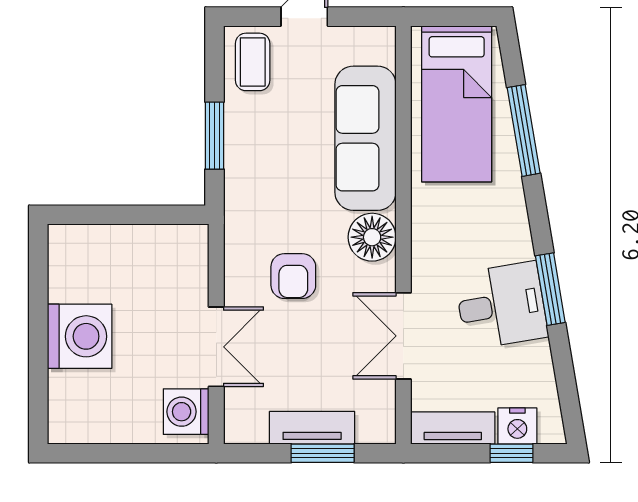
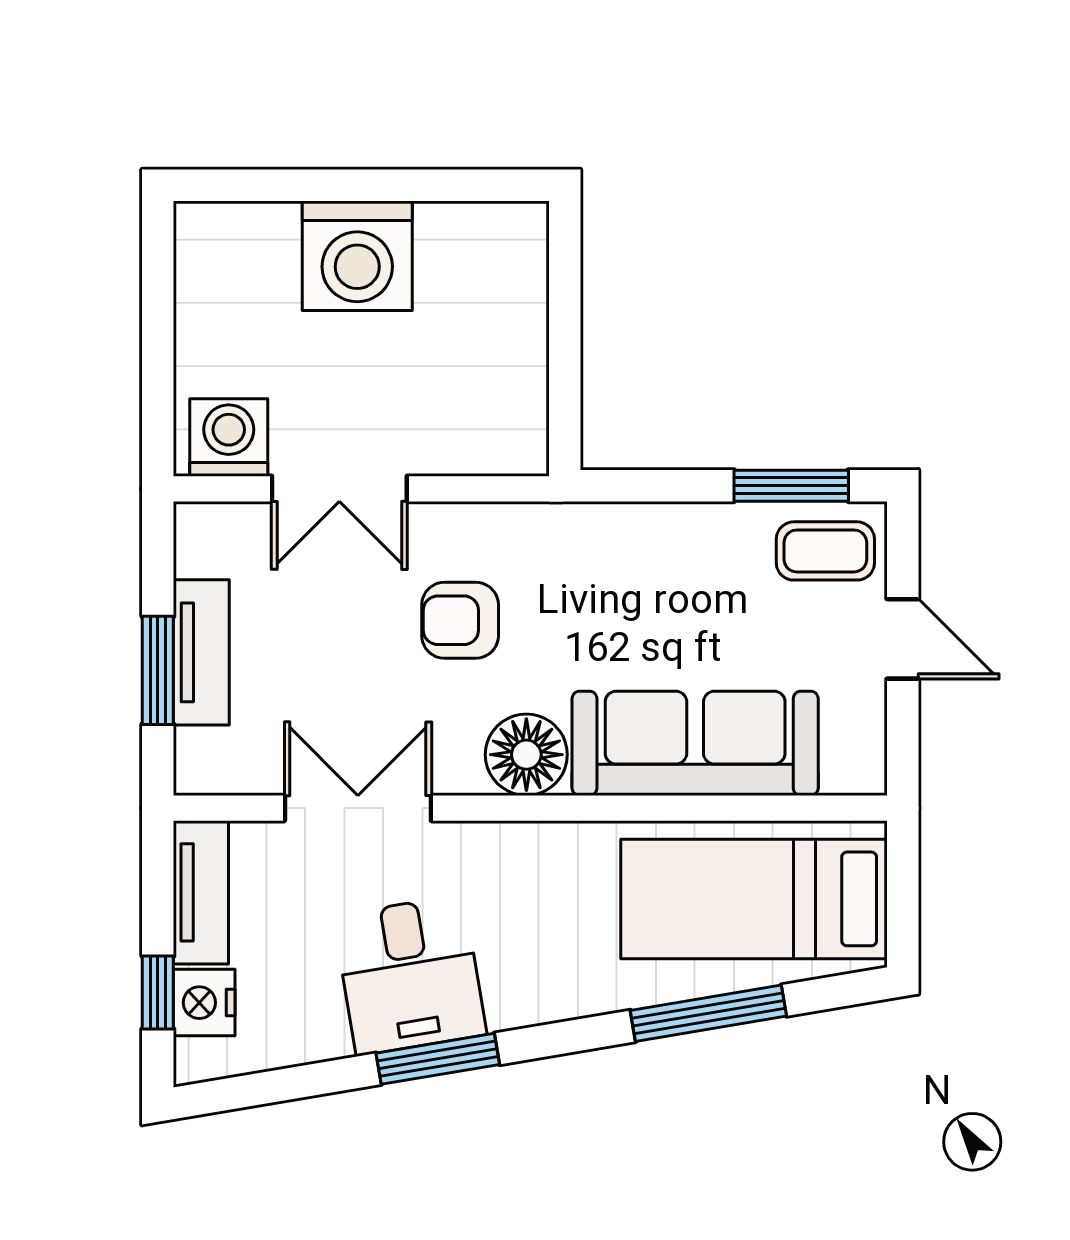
window: (214, 136) -> (791, 486), moved

